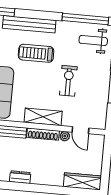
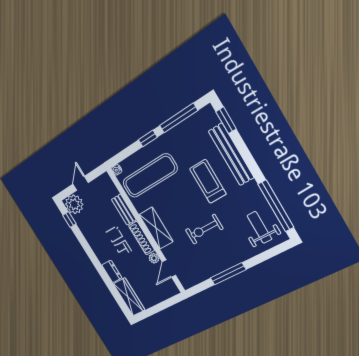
exercise bike: (68, 81) -> (204, 229), turned 180
dresser: (20, 177) -> (112, 271), moved

